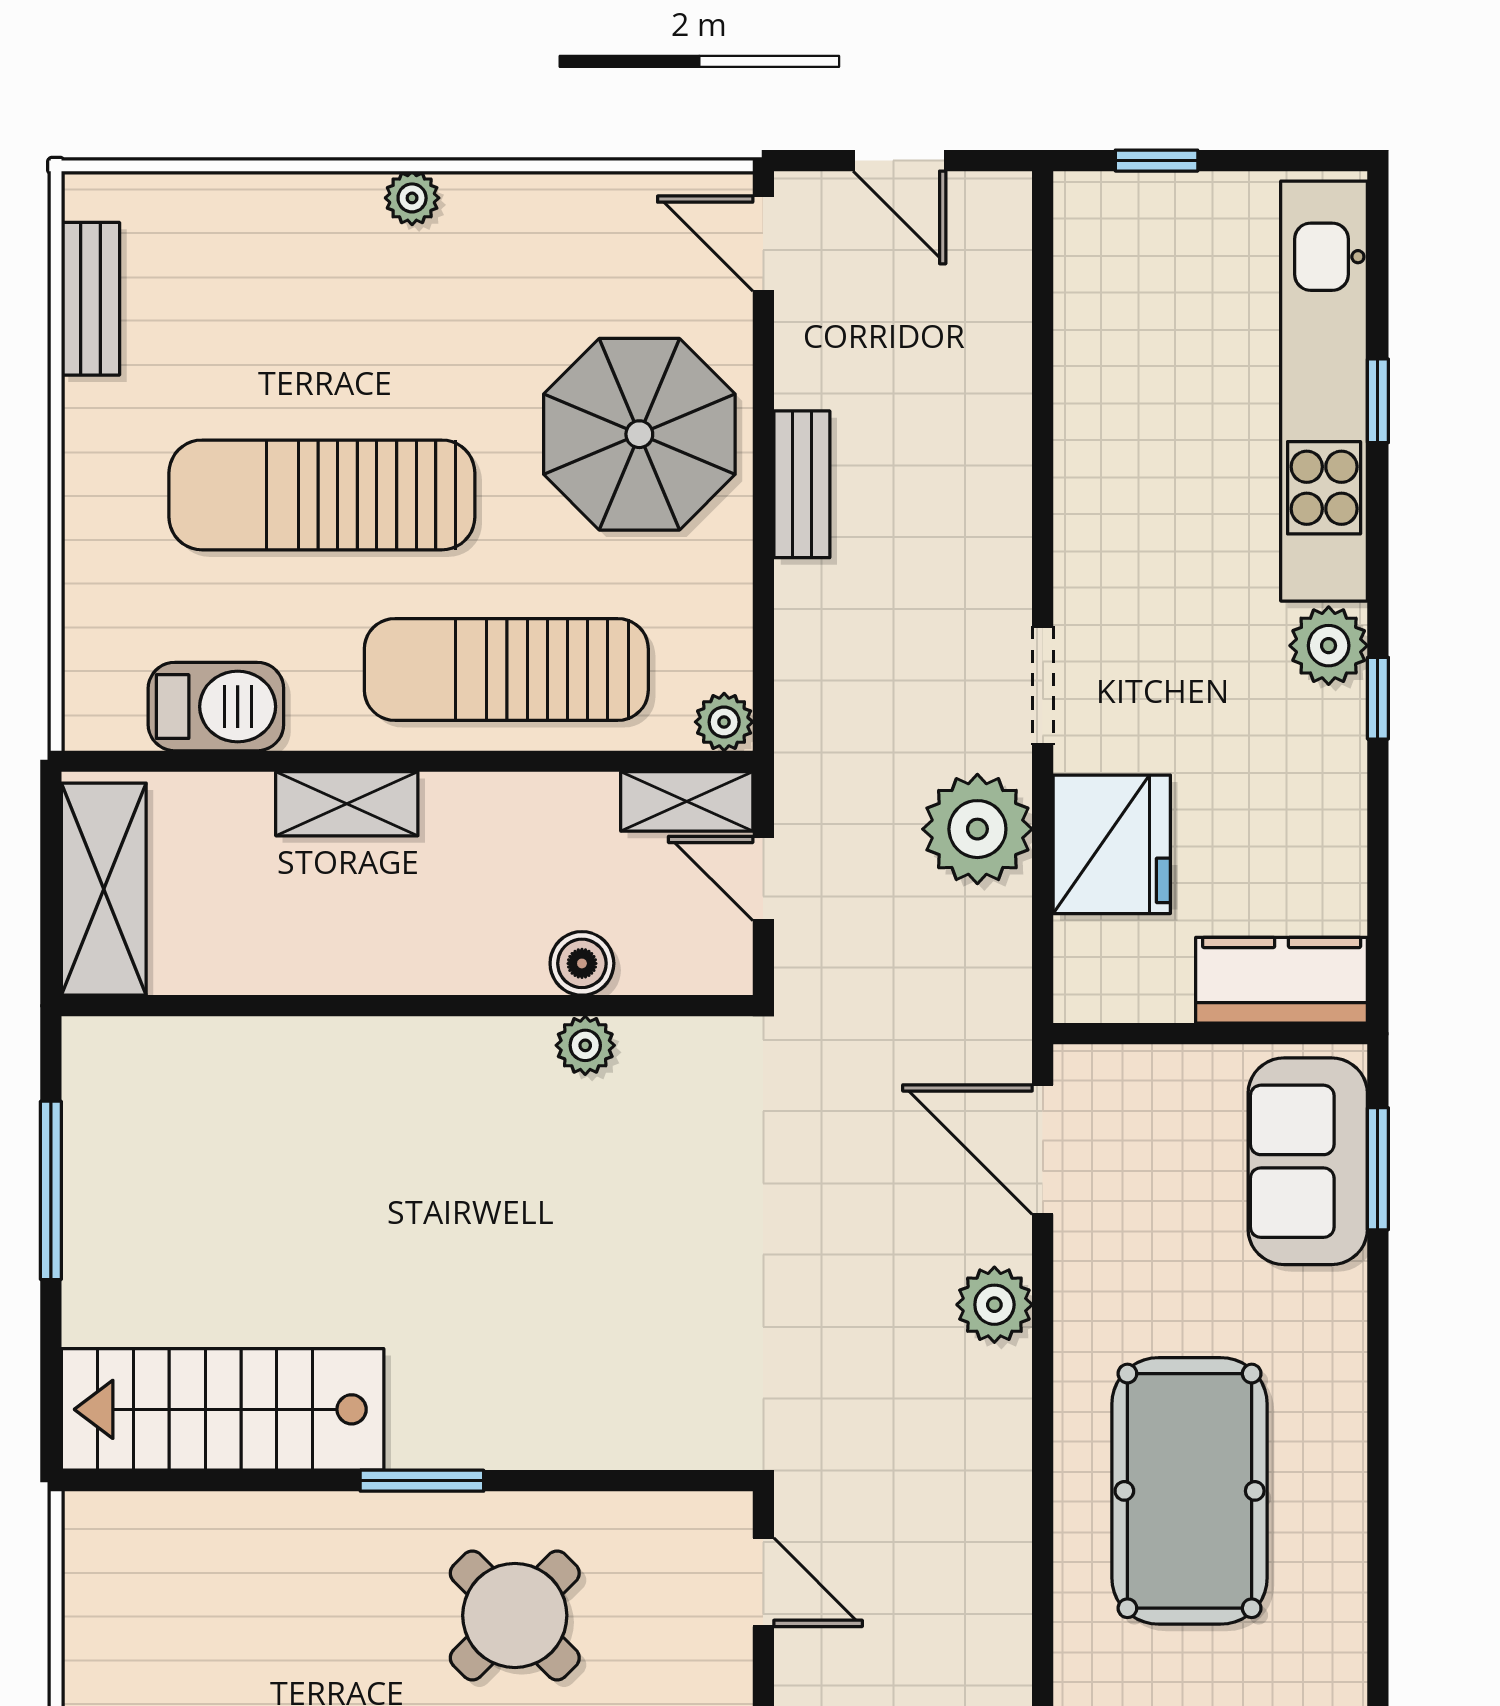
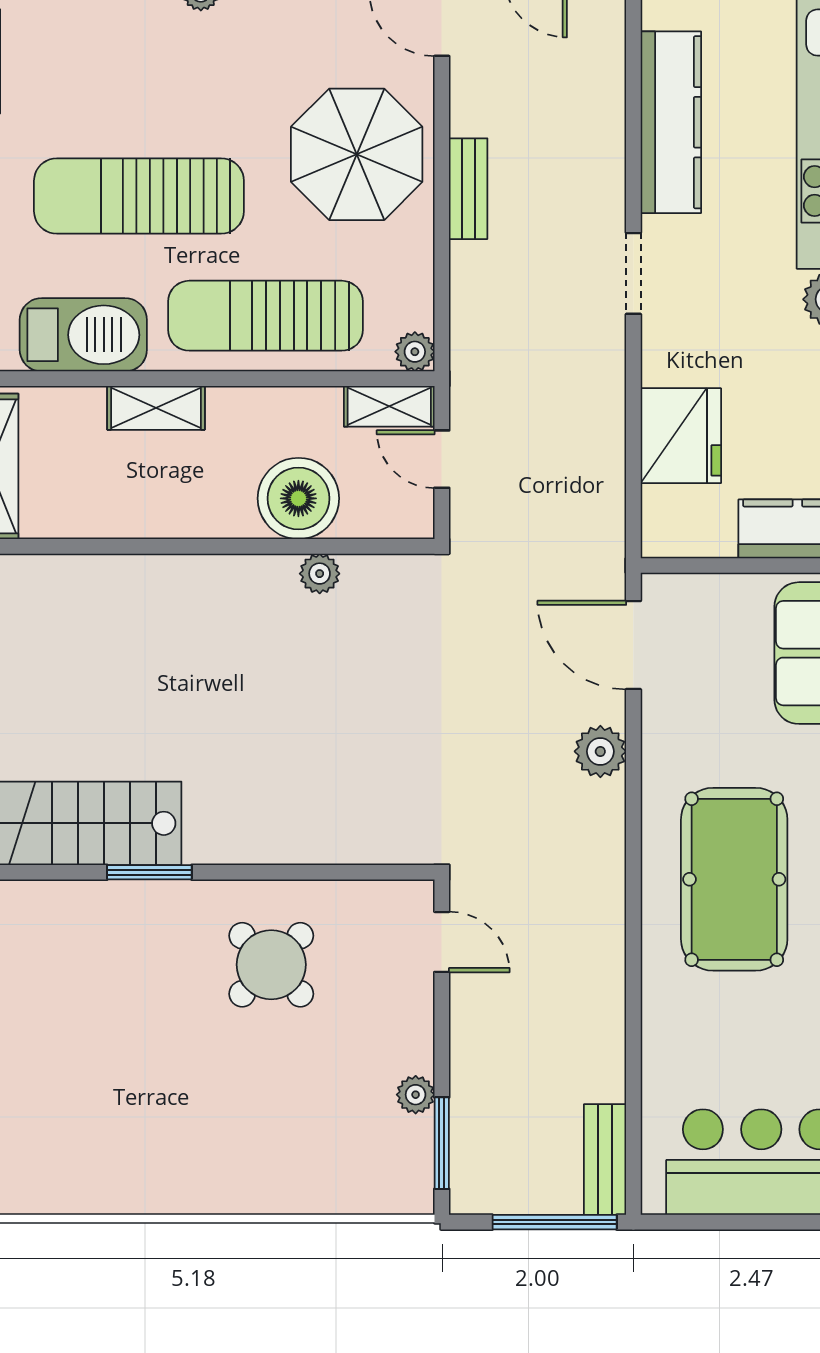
kitchen counter: (1097, 388) -> (671, 122), added
doorway: (1043, 685) -> (633, 273), moved
barbecue: (216, 707) -> (83, 335), width x1.37, depth x1.21
plant: (977, 829) -> (589, 425), removed
boiler: (582, 963) -> (298, 498), width x1.86, depth x1.86
window: (422, 1481) -> (149, 872), moved

